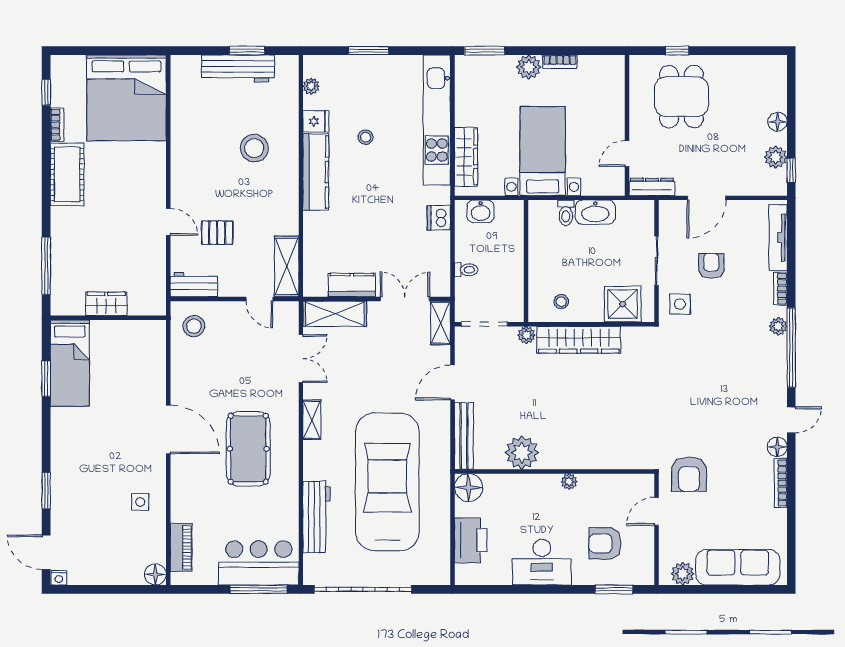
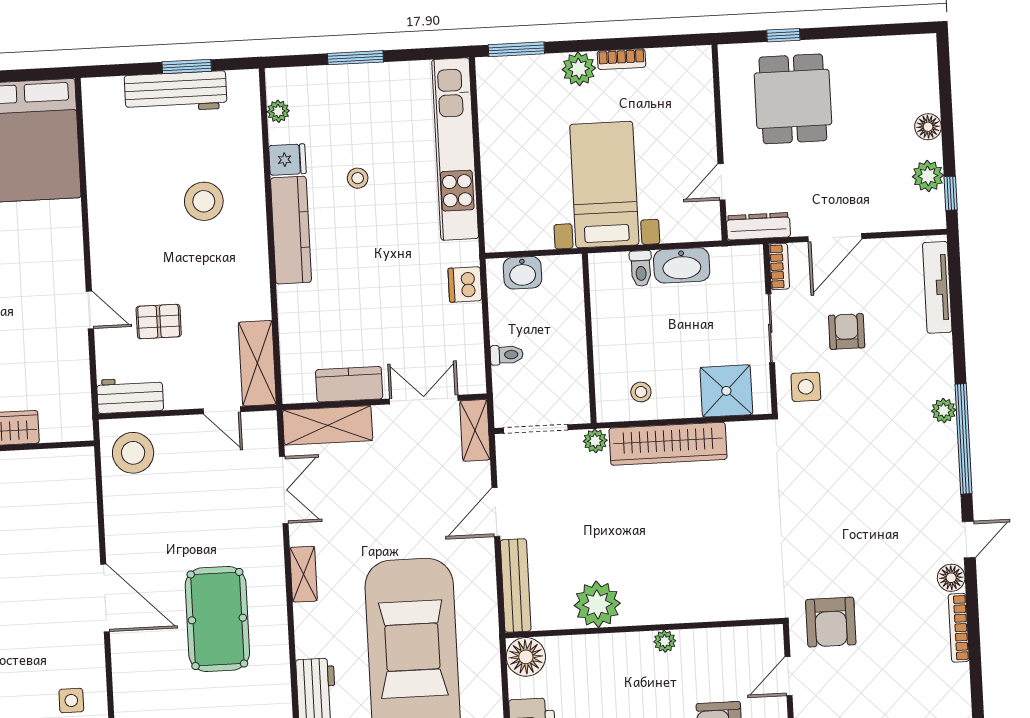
wardrobe: (466, 157) -> (498, 198), removed
bookcase: (780, 289) -> (779, 266), moved, turned 180
stool: (194, 326) -> (133, 453), width x1.38, depth x1.38

